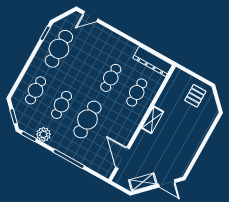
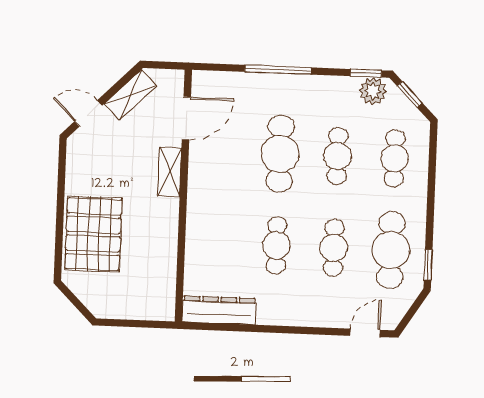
cafe table: (137, 92) -> (334, 248), moved
pallet: (195, 96) -> (93, 234), moved, width x2.05, depth x2.00
shelving: (153, 120) -> (170, 172), moved
plant: (43, 134) -> (373, 91), moved
door: (123, 158) -> (186, 118), hinge flipped

